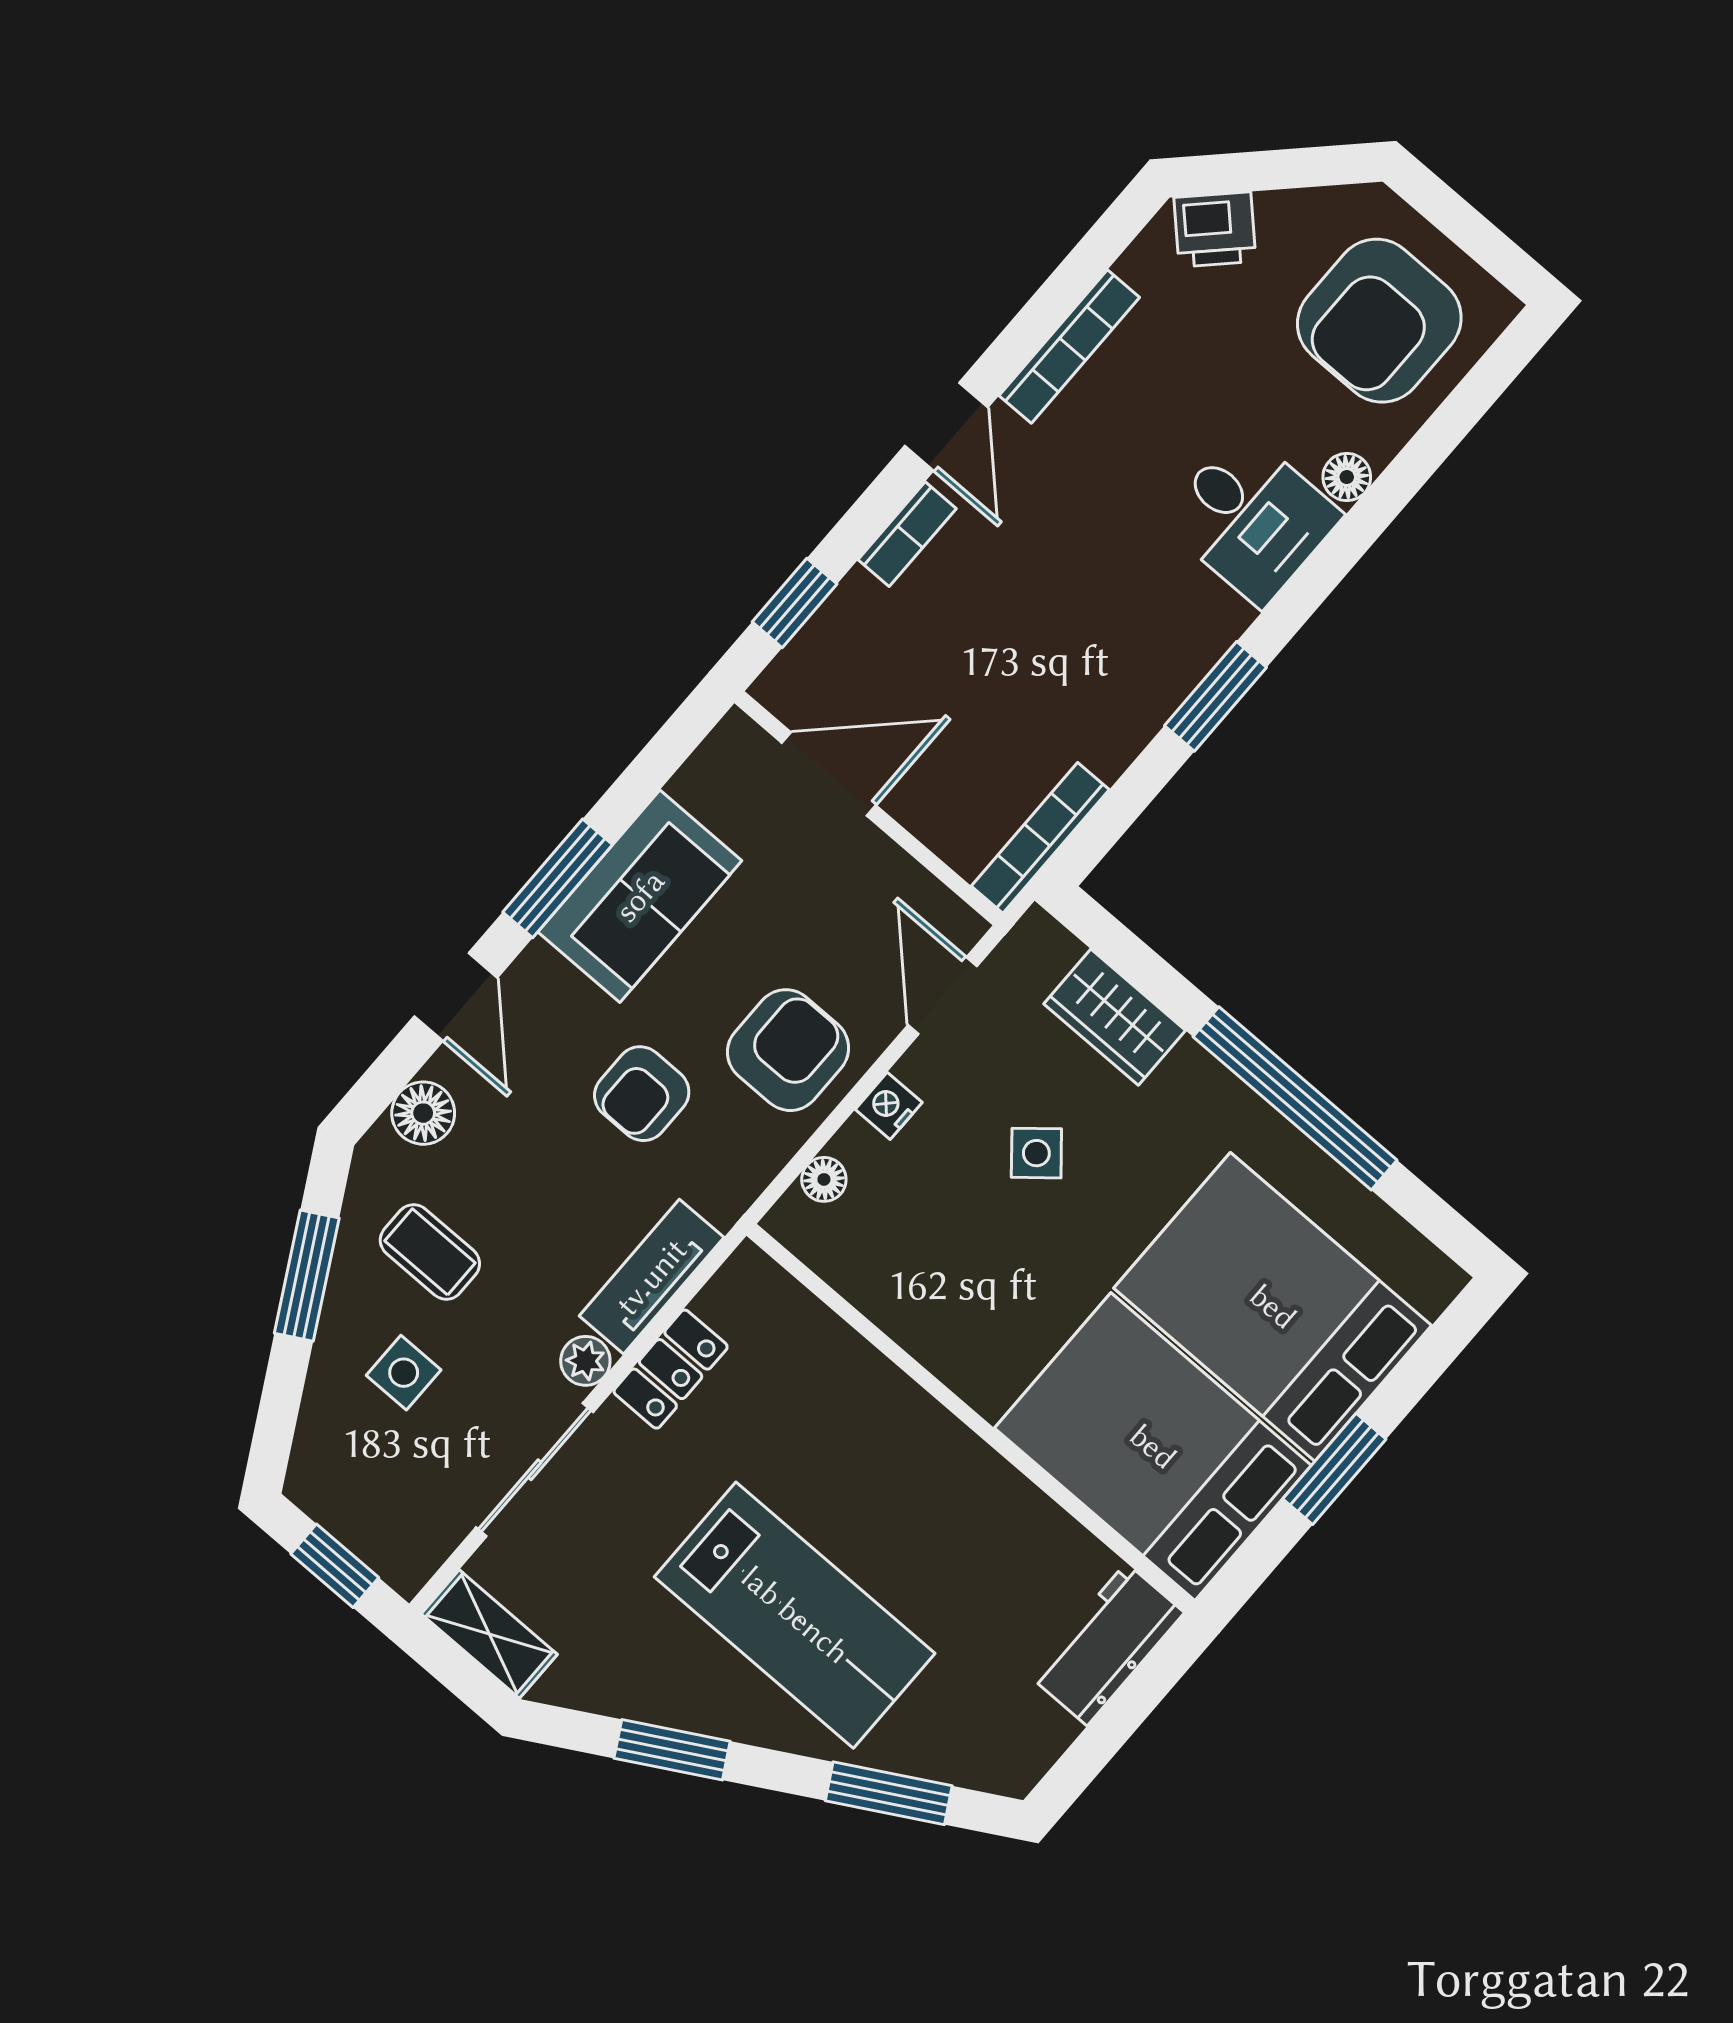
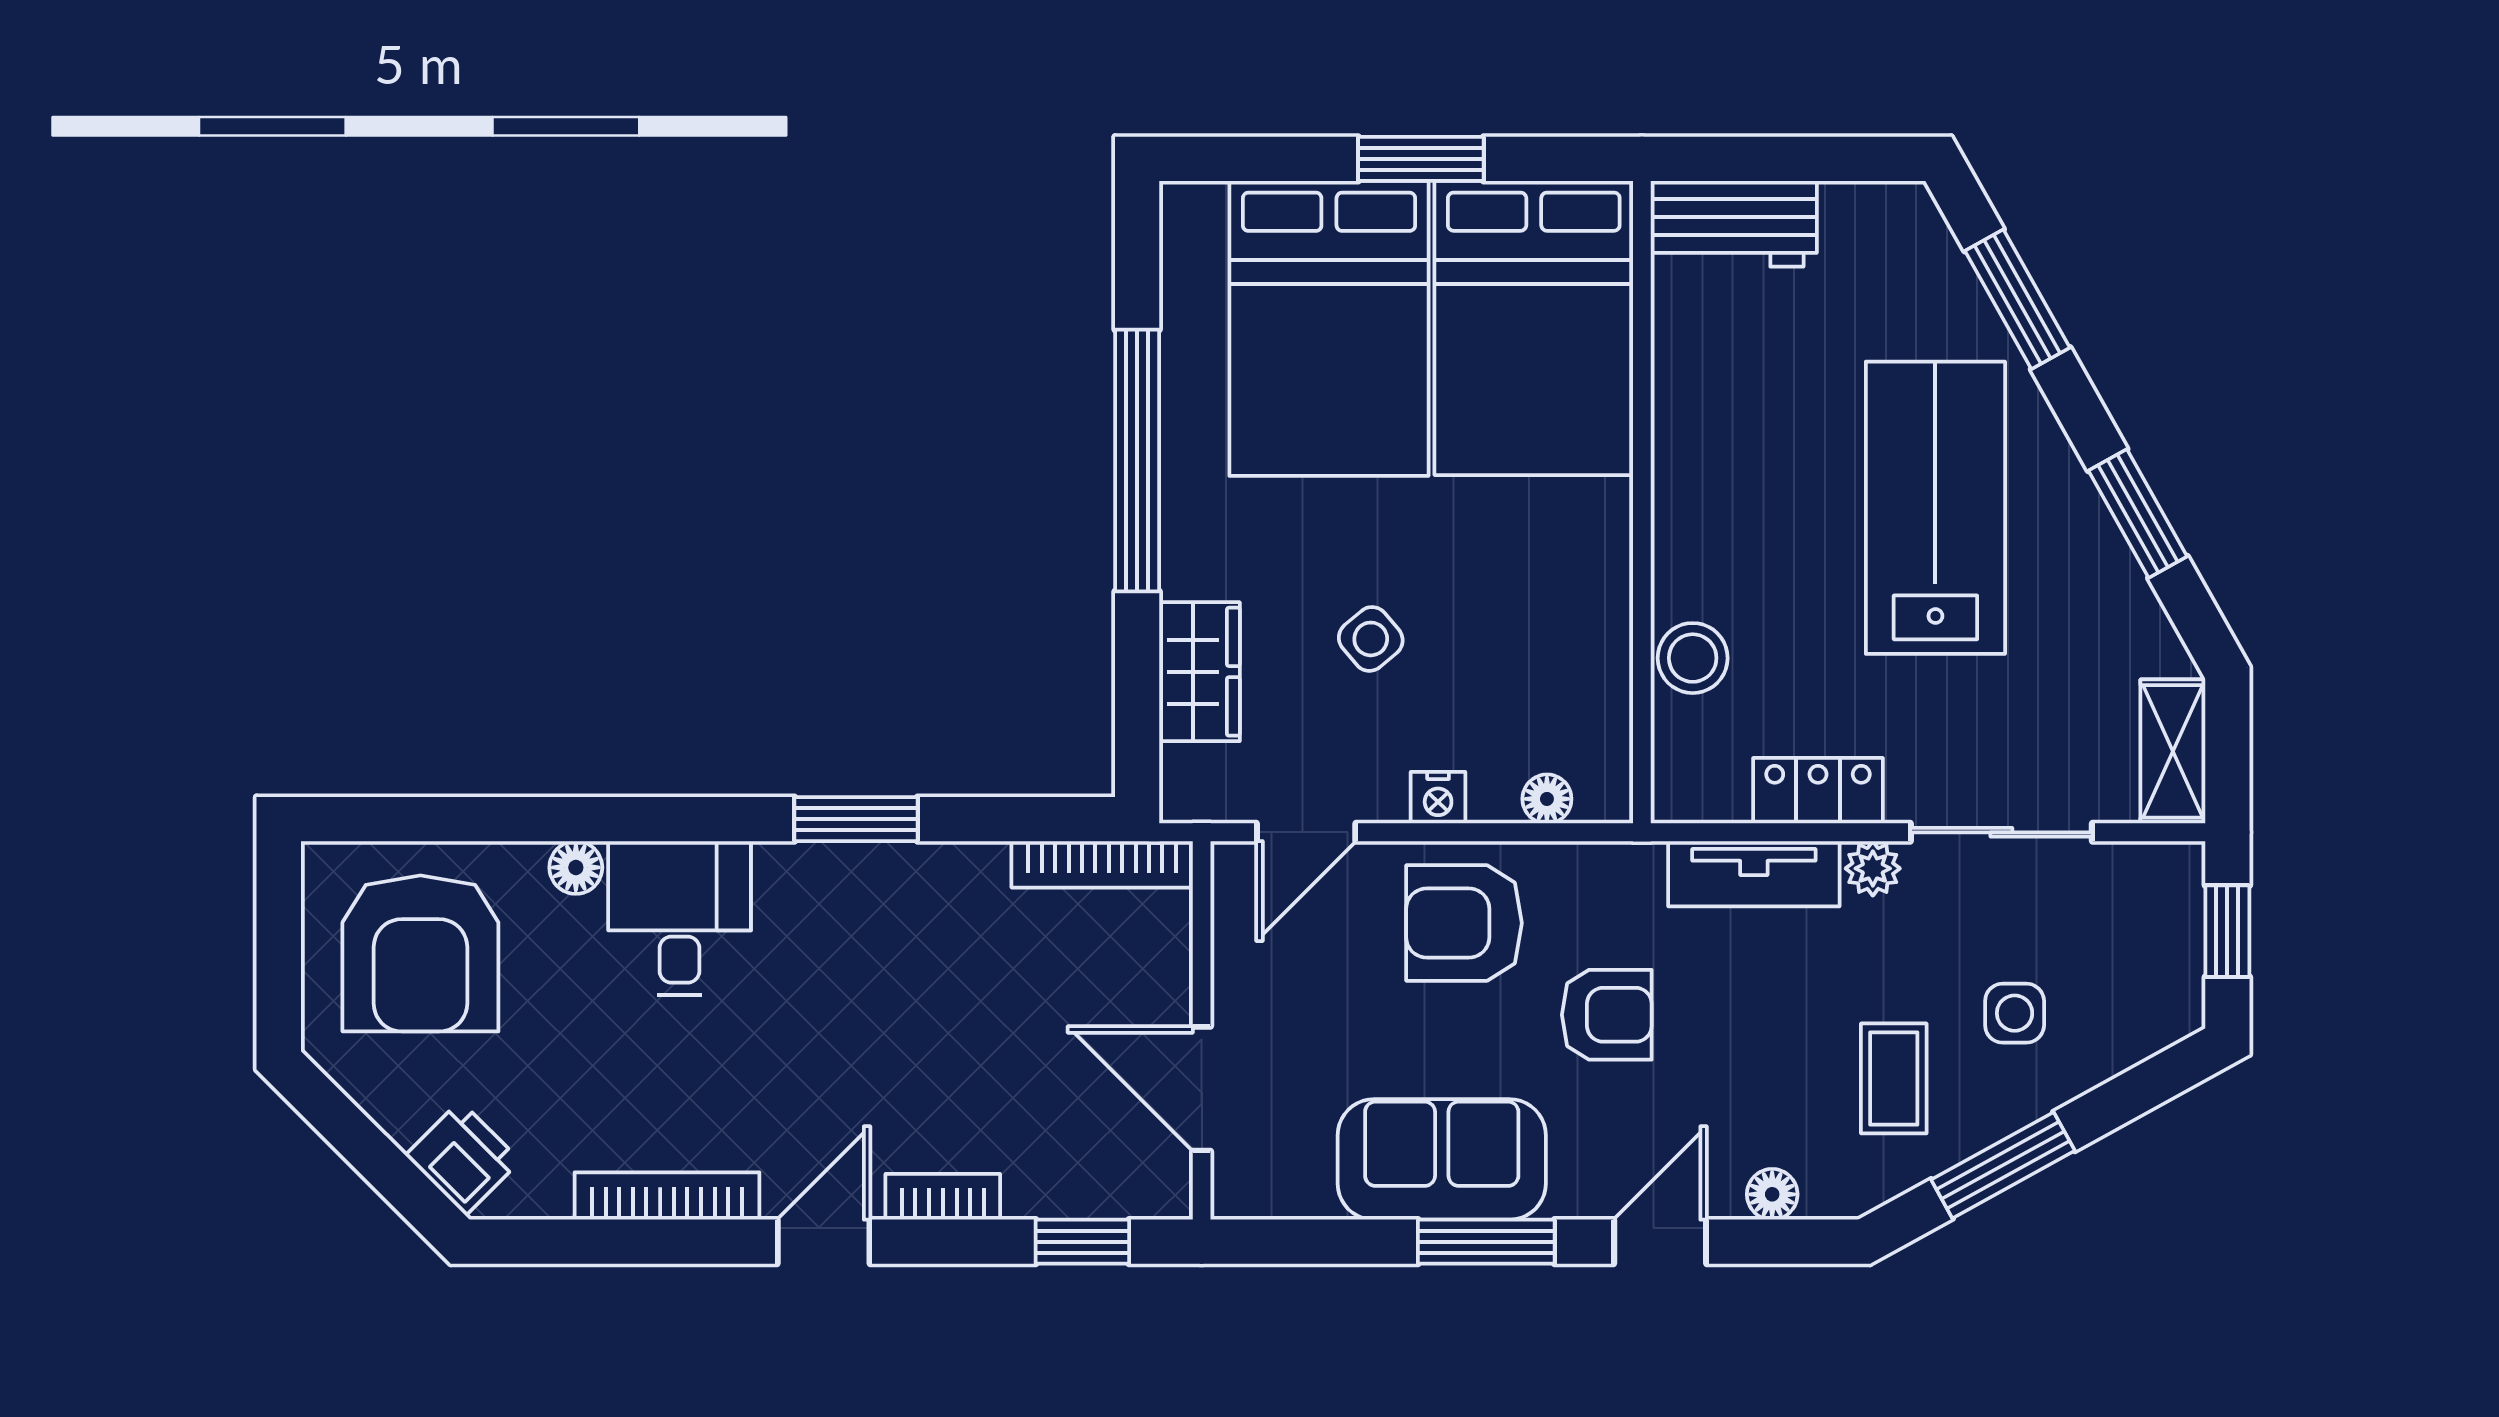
armchair: (1379, 321) -> (420, 953), turned 90
floor lamp: (423, 1113) -> (1772, 1194), width x0.73, depth x0.73
stool: (835, 1361) -> (1693, 658), added

